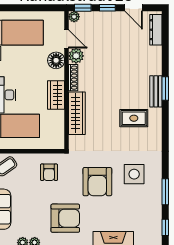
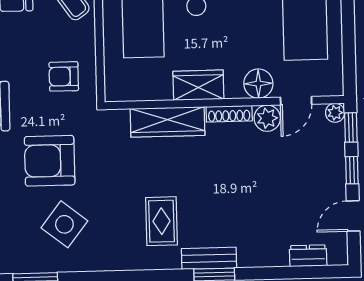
dresser: (156, 30) -> (308, 256), width x0.70
side table: (134, 174) -> (64, 224), turned 38

